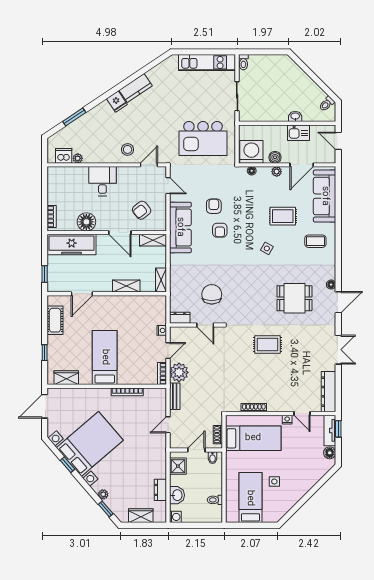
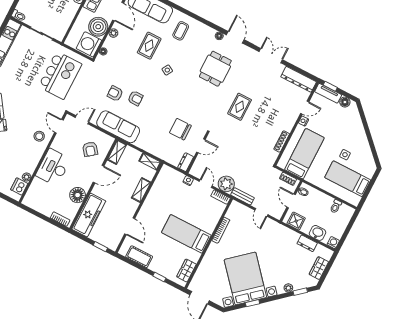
boiler: (275, 157) -> (98, 27), width x1.86, depth x1.86
desk: (102, 181) -> (53, 167), width x1.37

